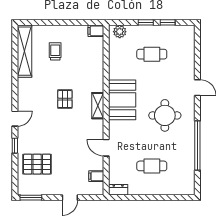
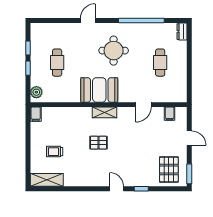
shelving: (24, 51) -> (47, 180), width x0.68
pallet: (37, 164) -> (169, 170), moved
dresser: (118, 190) -> (182, 32), moved

